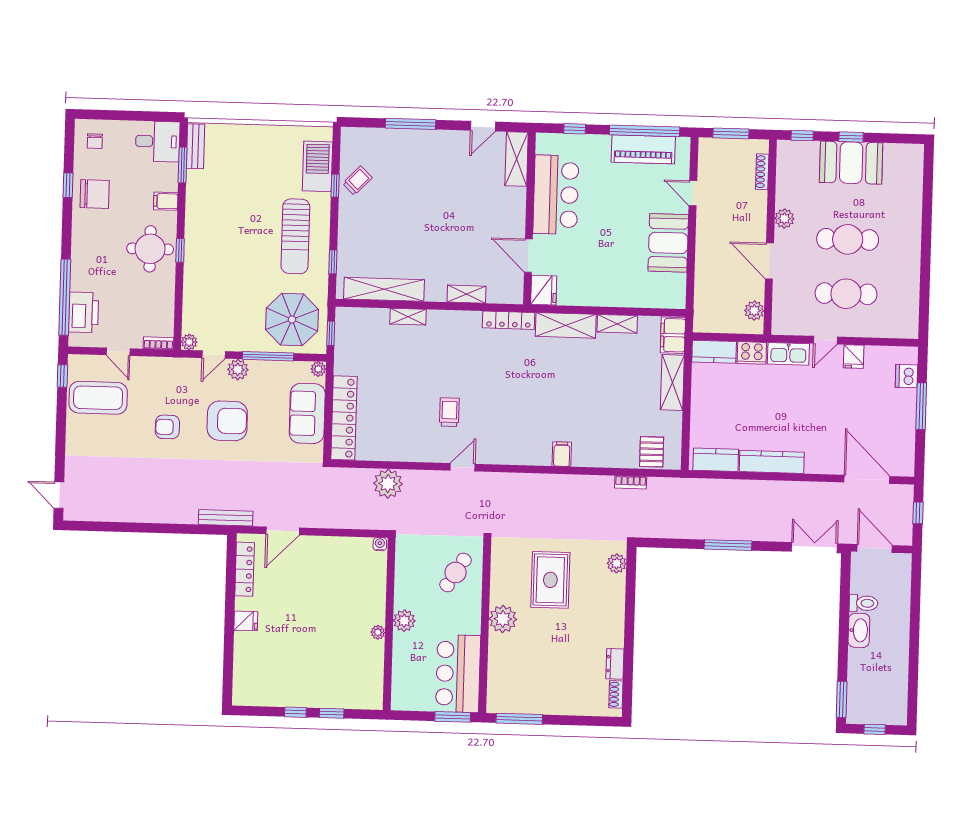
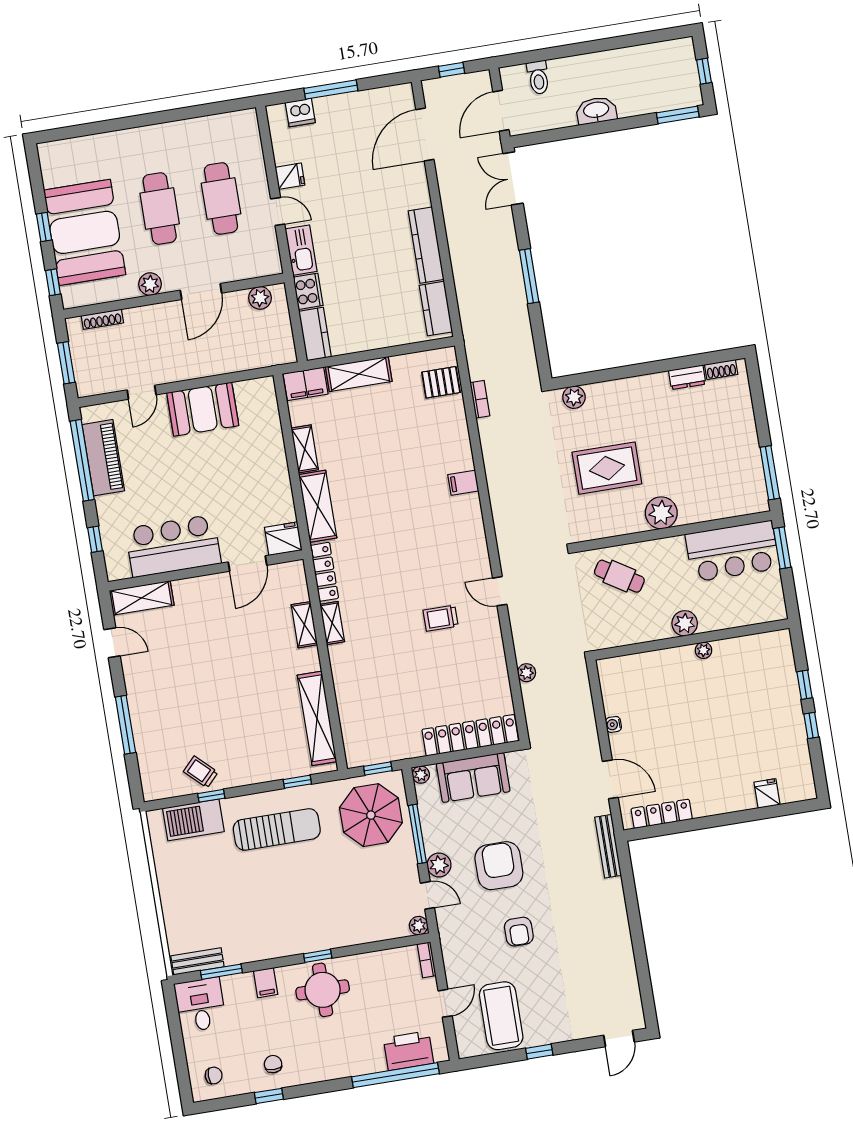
booth: (851, 163) -> (85, 232), width x1.36, depth x1.42
chair: (95, 194) -> (273, 1064), width x0.54, depth x0.54
shelving: (408, 317) -> (332, 623), moved
window: (62, 376) -> (539, 1052), moved
plant: (388, 484) -> (527, 673), width x0.53, depth x0.53
water cooler: (380, 544) -> (613, 724), moved
toilet: (863, 603) -> (538, 77), moved, turned 180
fridge: (246, 621) -> (767, 793), moved

